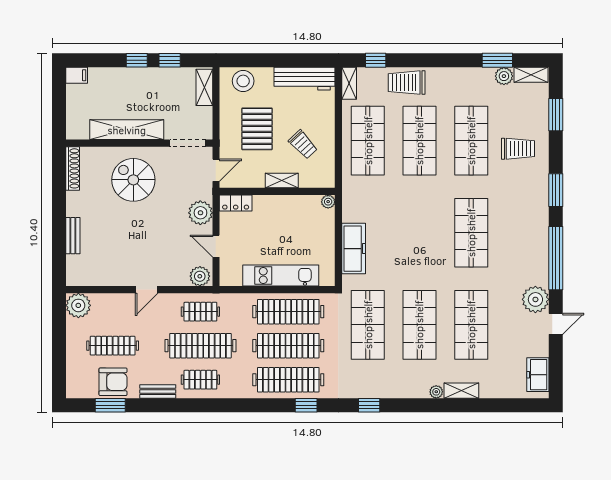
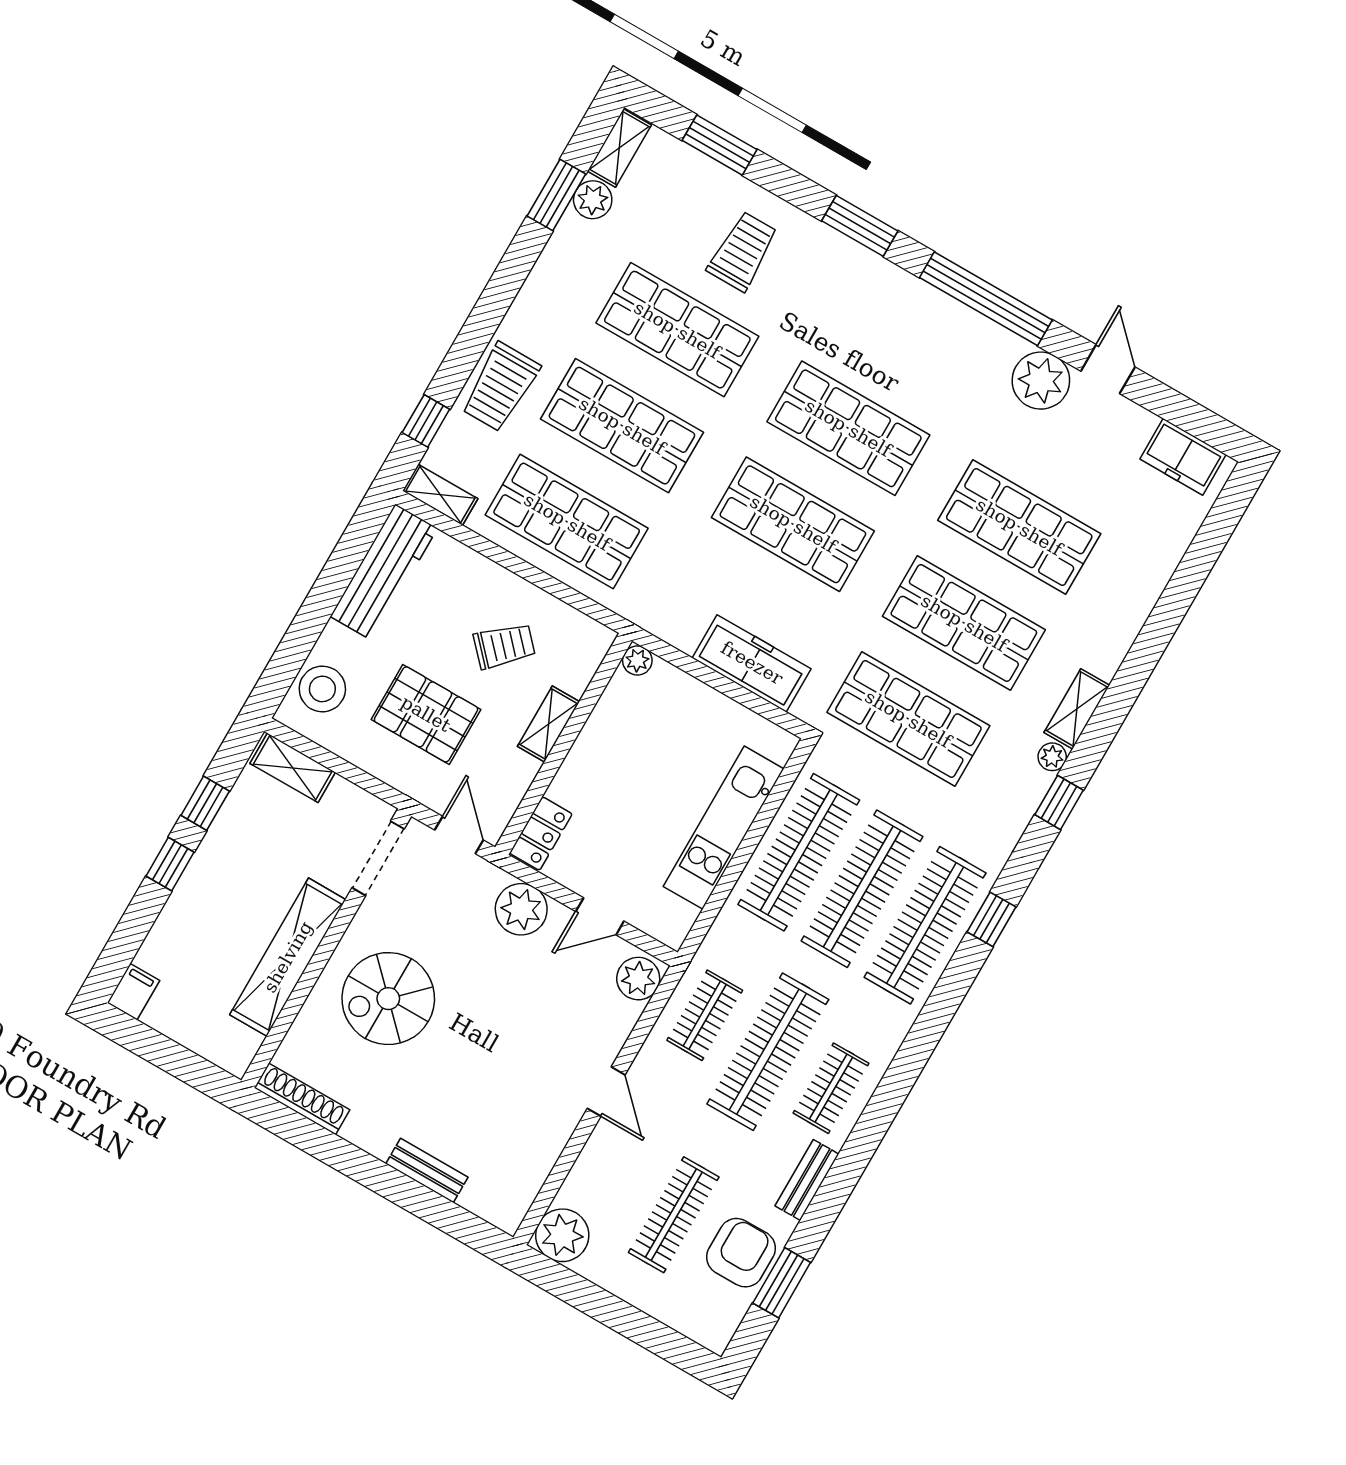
shop shelf: (419, 233) -> (793, 524), added
shelving: (461, 391) -> (1077, 709), moved
plant: (436, 392) -> (1052, 757), moved

